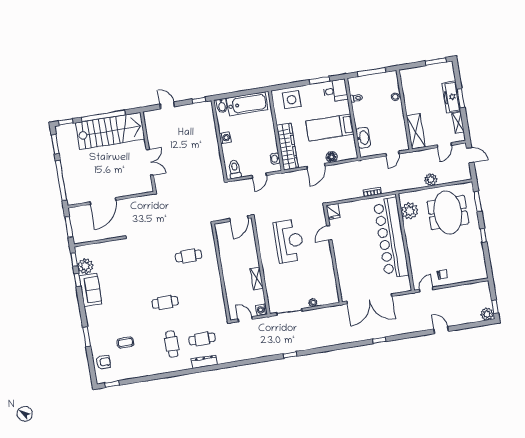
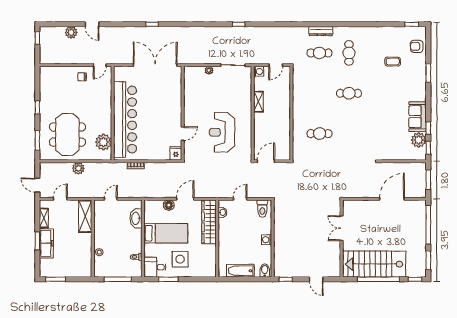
side table: (292, 100) -> (180, 259), moved
bathtub: (247, 104) -> (240, 271), width x0.73, depth x0.73
plant: (487, 314) -> (71, 32), moved
door: (245, 319) -> (276, 65), hinge flipped

